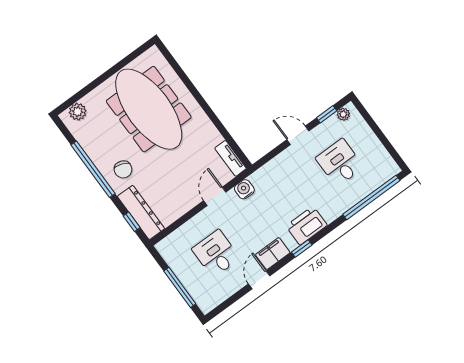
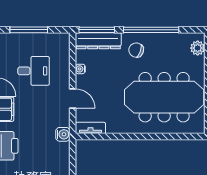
water cooler: (244, 189) -> (63, 134), moved
water cooler: (181, 210) -> (80, 69), added
window: (132, 222) -> (97, 30), width x2.17

